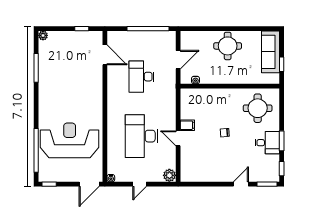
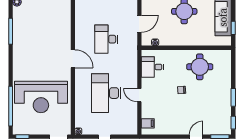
door: (105, 55) -> (73, 59), moved
round table: (258, 108) -> (200, 67), moved
filing cabinet: (187, 125) -> (148, 123), moved
reception desk: (70, 140) -> (41, 97), turned 180
desk: (267, 143) -> (152, 67), moved, turned 180
plant: (169, 175) -> (132, 129), removed

